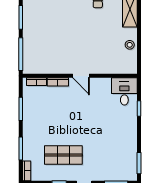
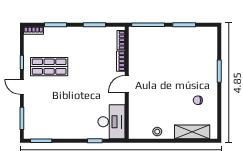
desk: (124, 91) -> (111, 122), width x1.37
shop shelf: (63, 155) -> (49, 67), turned 90

